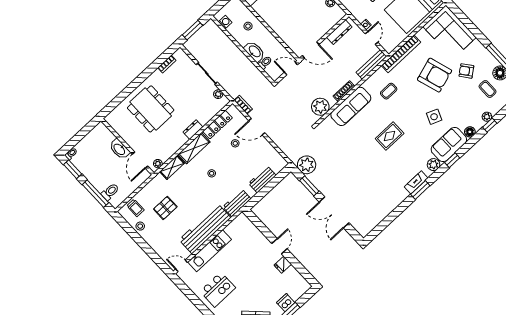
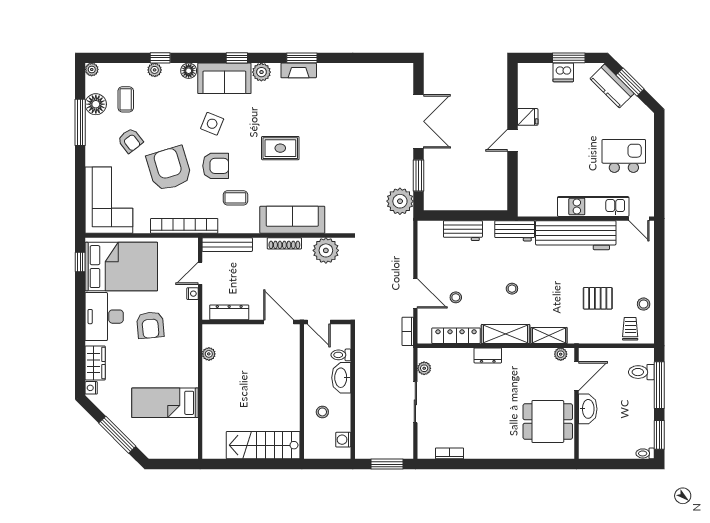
armchair: (413, 98) -> (216, 166), added
dining table: (151, 109) -> (548, 422), moved, width x0.73

